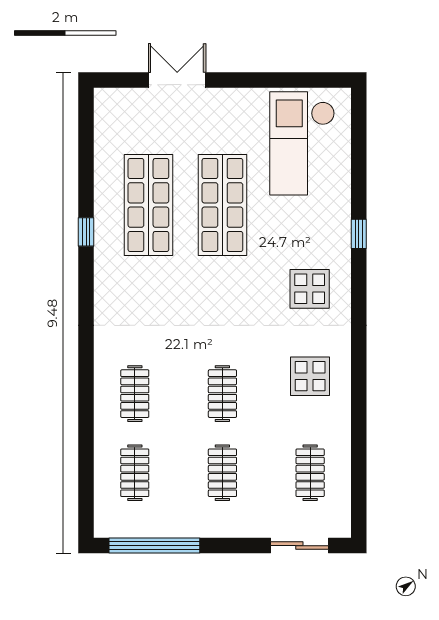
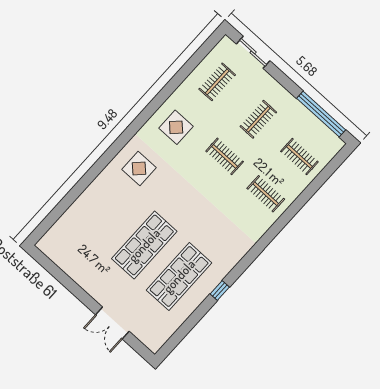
checkout: (302, 143) -> (81, 240), removed
window: (359, 234) -> (93, 173), removed
clothes rail: (135, 394) -> (266, 194), turned 90
clothes rail: (222, 394) -> (225, 156), turned 90
clothes rail: (135, 473) -> (299, 157), turned 90

